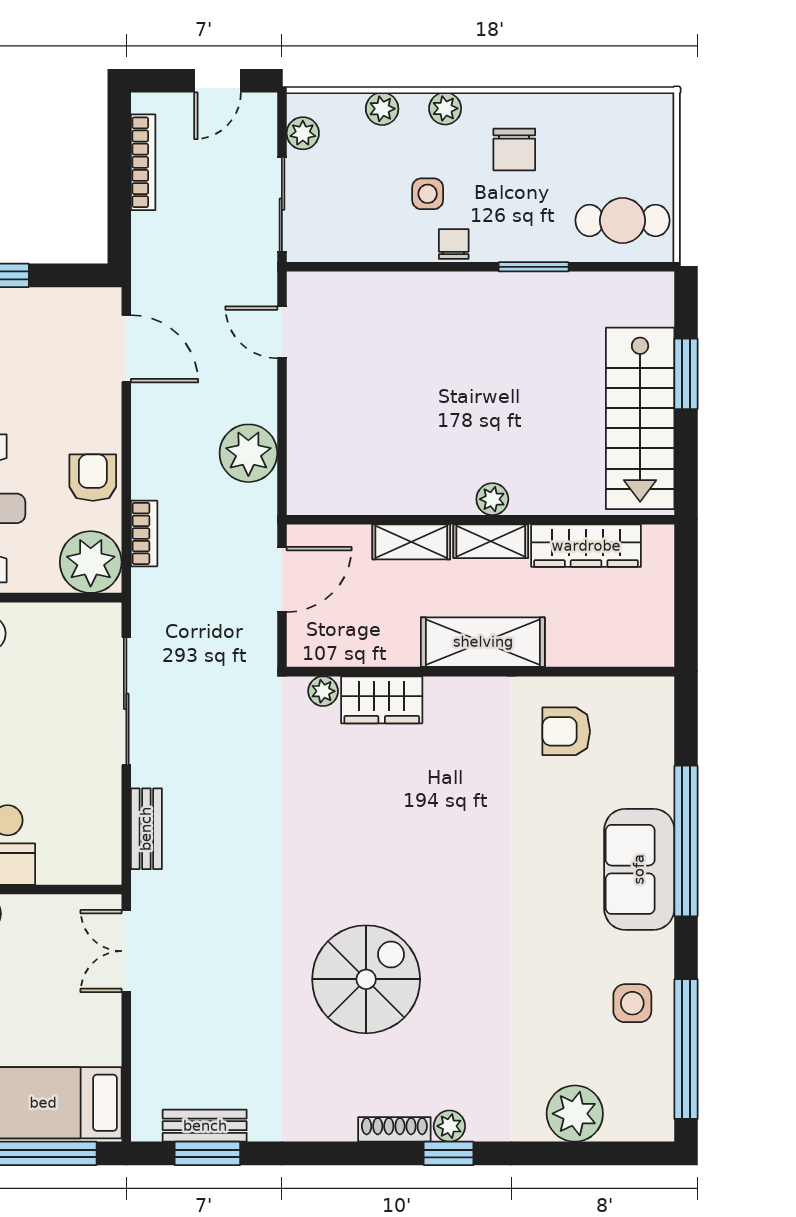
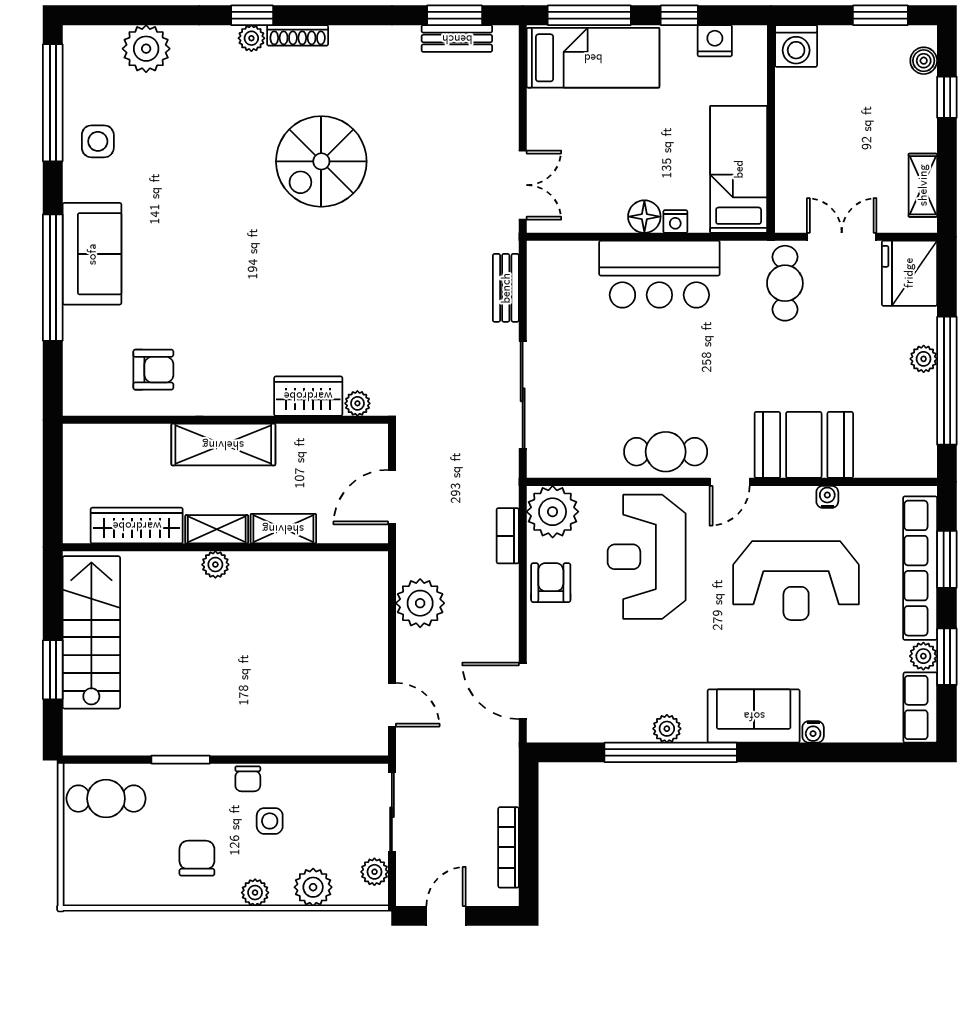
plant: (382, 109) -> (313, 887), width x1.38, depth x1.38
armchair: (93, 478) -> (551, 583), turned 180

